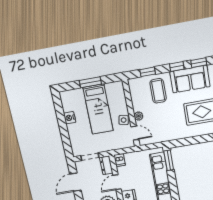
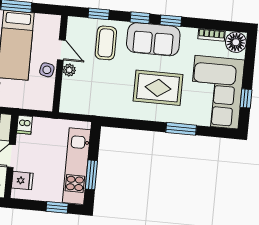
door: (135, 133) -> (61, 50), moved
window: (169, 160) -> (91, 175), moved

